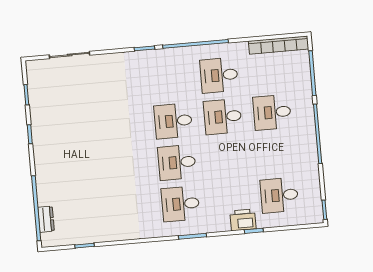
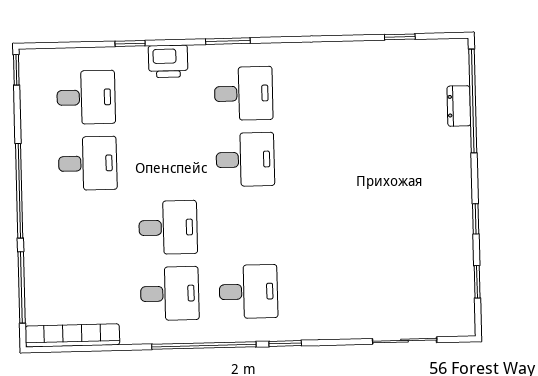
desk: (272, 112) -> (88, 163), moved
desk: (173, 121) -> (248, 292), moved
dresser: (46, 219) -> (459, 106), moved
printer: (243, 220) -> (168, 61), moved

